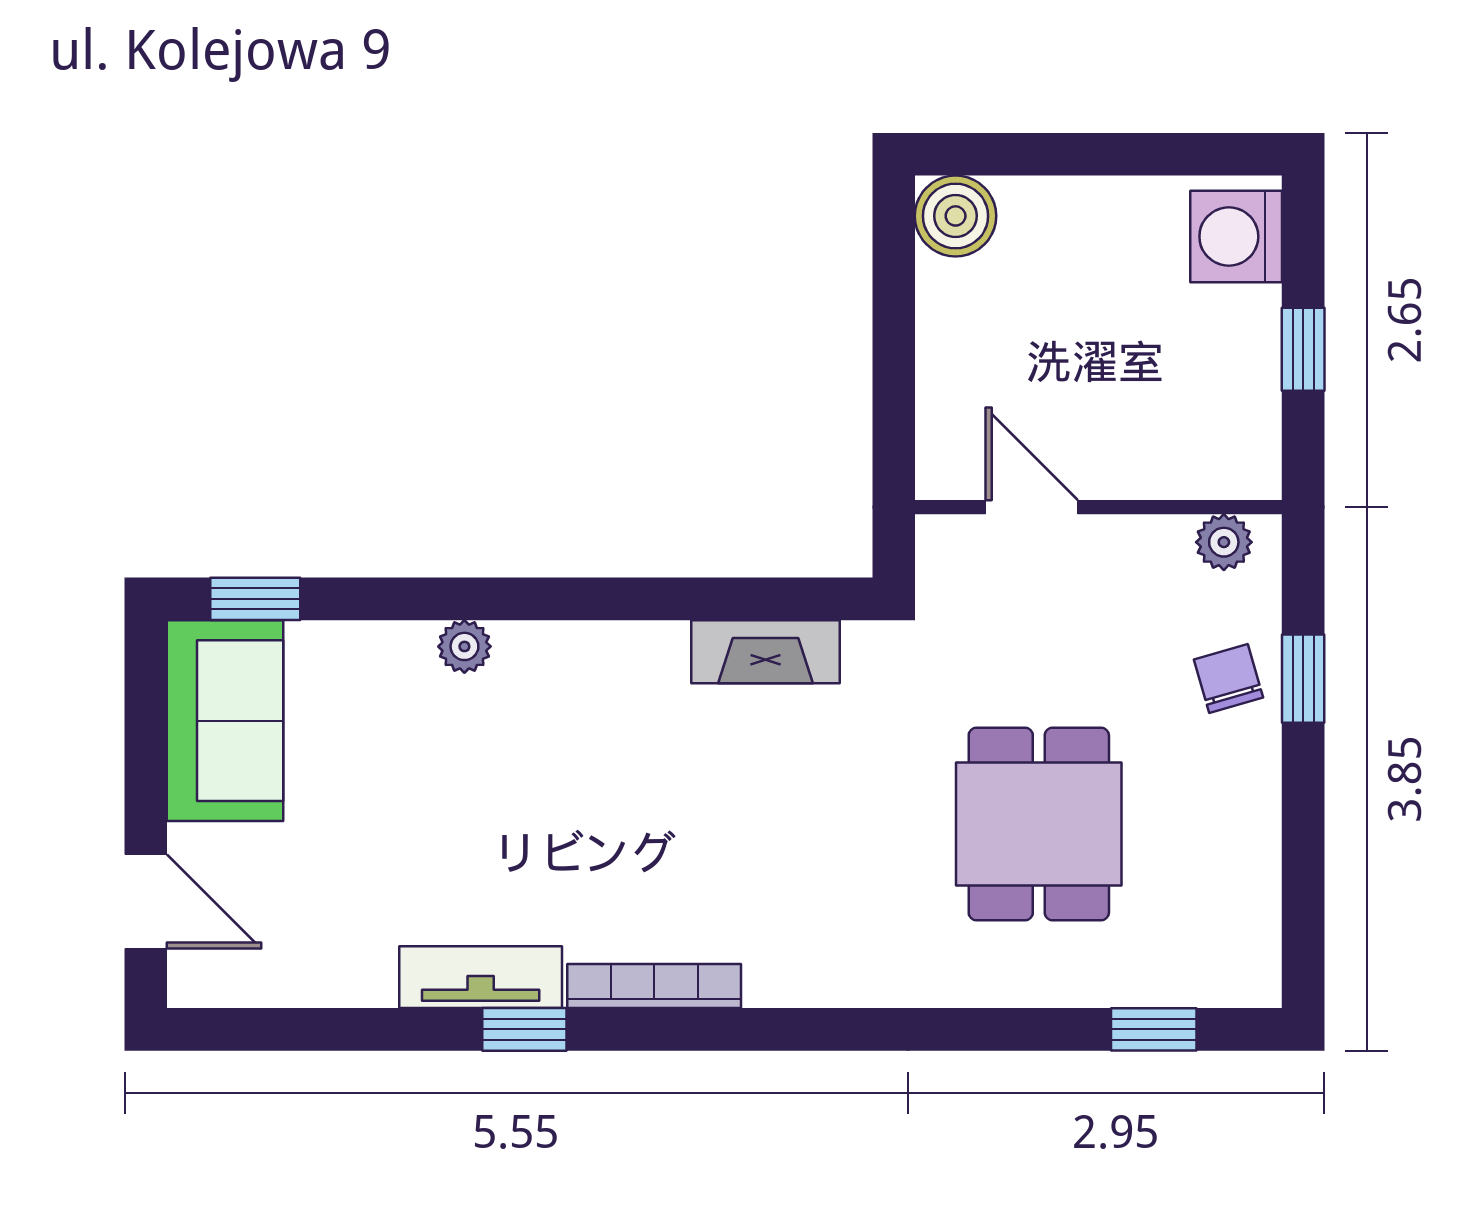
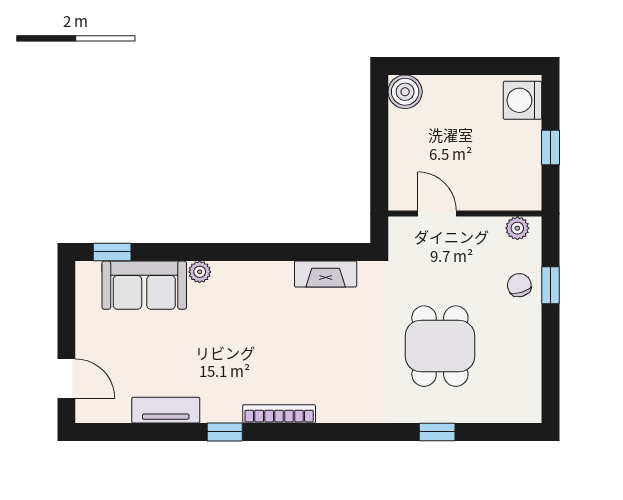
sofa: (225, 721) -> (144, 285), moved, turned 90
tv unit: (481, 977) -> (166, 410), moved
window: (1154, 1029) -> (437, 432), moved

